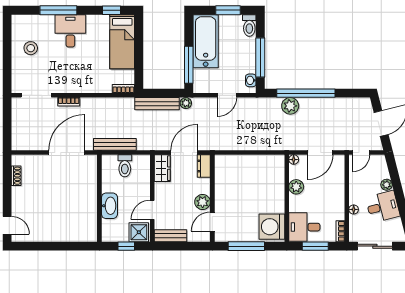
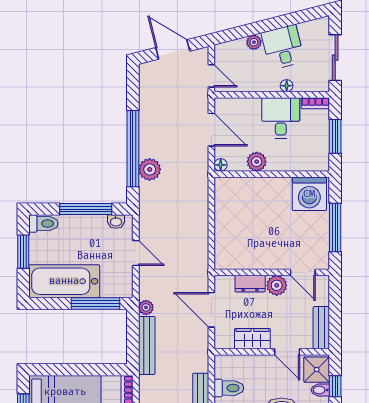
dresser: (204, 166) -> (250, 284), moved
wardrobe: (162, 168) -> (252, 339), moved
desk: (304, 227) -> (281, 118), moved, turned 180
bidet: (123, 235) -> (320, 390), added

